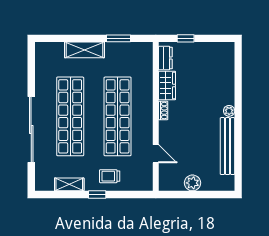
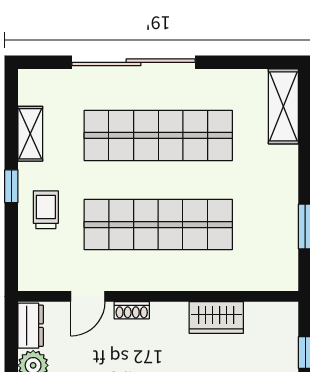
shelving: (84, 50) -> (283, 106), moved
dresser: (165, 58) -> (31, 326), moved, turned -90
shoe rack: (163, 111) -> (132, 310), moved

